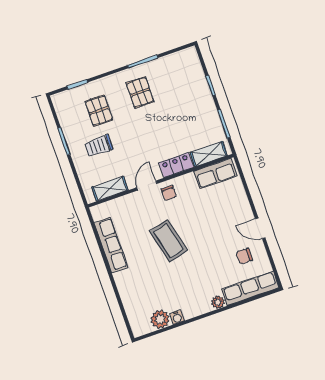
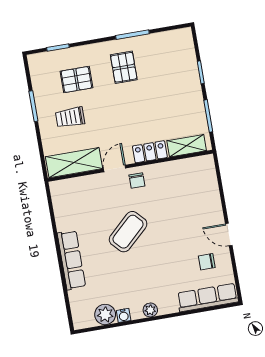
pallet: (99, 111) -> (76, 80), turned 90
row of seats: (215, 173) -> (190, 168), removed
shelving: (110, 189) -> (74, 163), width x1.50, depth x1.33
coffee table: (168, 241) -> (128, 232), turned 61
row of seats: (111, 245) -> (71, 260), moved
plant: (218, 302) -> (150, 310), moved

